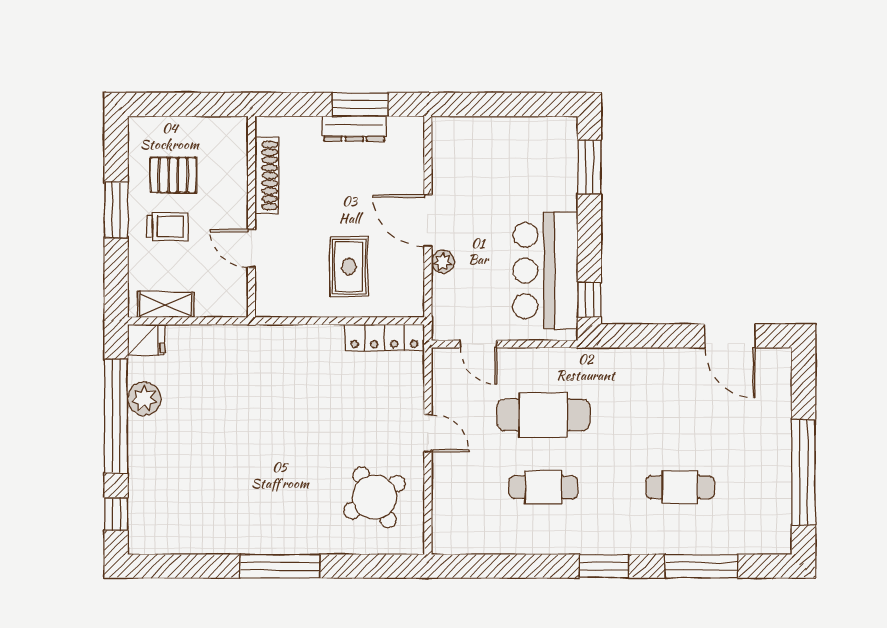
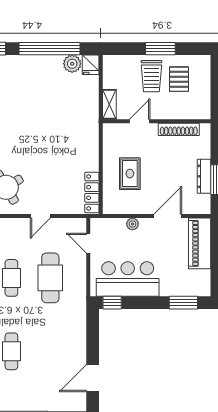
piano: (479, 137) -> (200, 243), added
door: (428, 221) -> (168, 216), moved
trolley: (167, 226) -> (151, 76), width x1.36, depth x1.39
rug: (349, 267) -> (130, 174), turned 90
shelving: (166, 305) -> (109, 104), moved
door: (478, 344) -> (88, 243), hinge flipped
plant: (144, 399) -> (72, 64), moved

